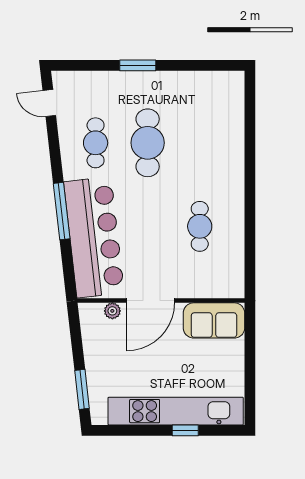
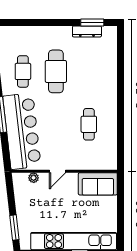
window: (138, 65) -> (92, 22), moved
dresser: (197, 80) -> (87, 31), added
door: (150, 301) -> (58, 171), width x0.53

